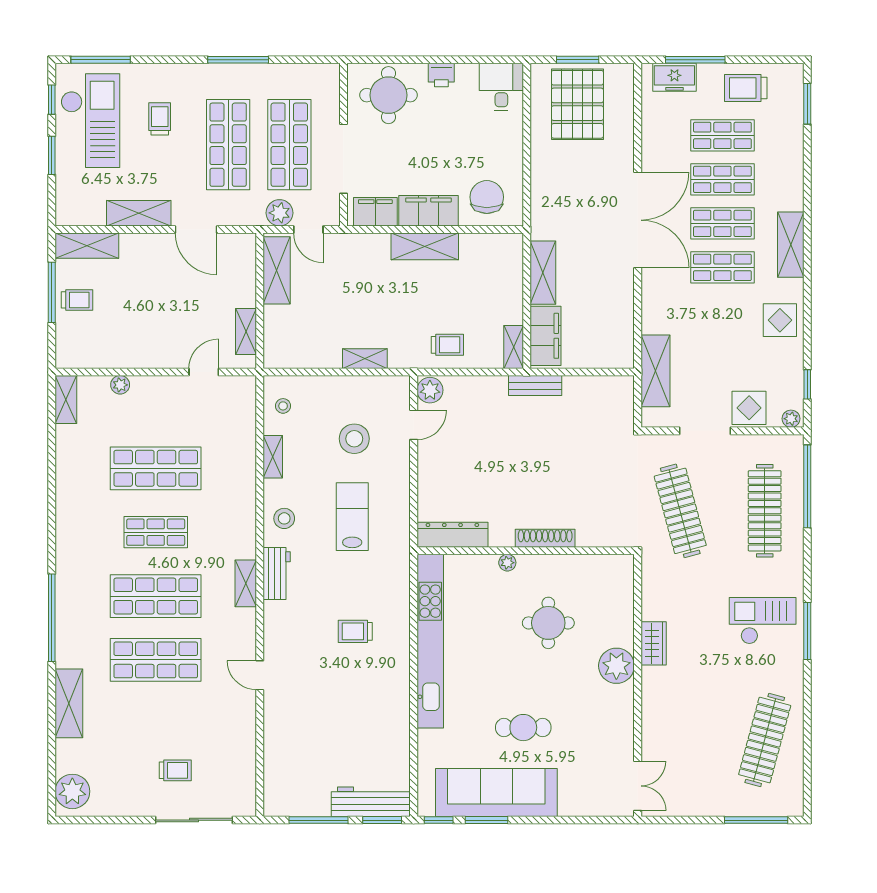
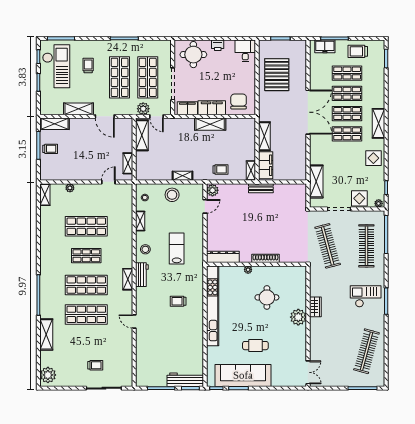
pallet: (577, 104) -> (277, 75), moved
stool: (354, 439) -> (172, 195), moved

